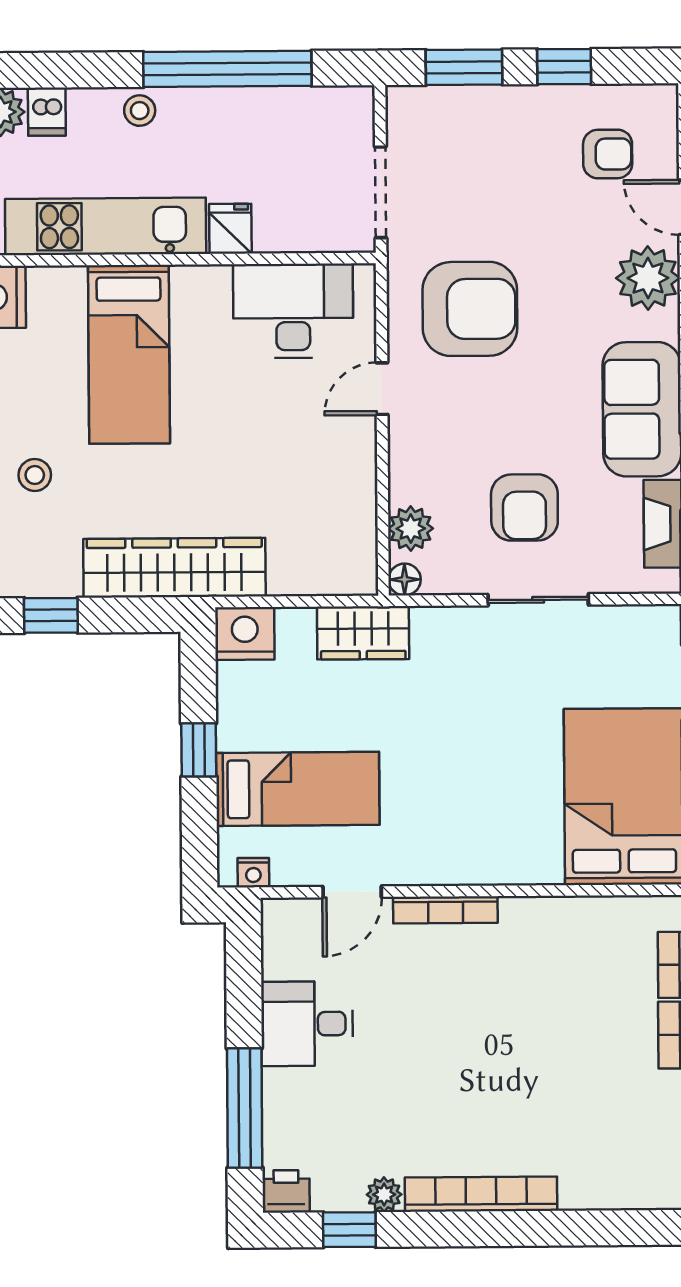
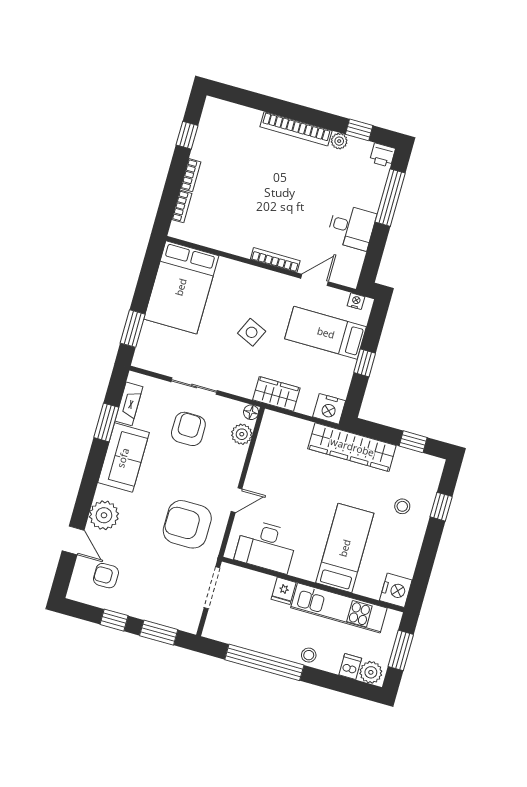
side table: (451, 746) -> (252, 332), added

